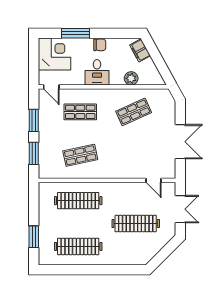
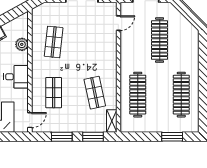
shop shelf: (134, 112) -> (54, 42), turned 30
shelving: (50, 173) -> (112, 121), added

